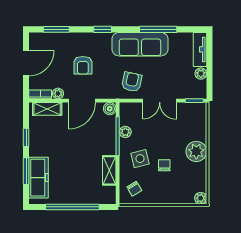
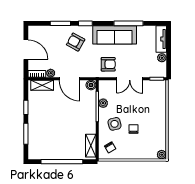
window: (56, 29) -> (60, 23), moved
door: (26, 63) -> (26, 50), hinge flipped
armchair: (83, 65) -> (76, 42), moved, turned 119
armchair: (132, 82) -> (108, 64), turned 78
door: (82, 101) -> (69, 79), hinge flipped
plant: (196, 151) -> (158, 118), removed
shelving: (109, 170) -> (91, 146), moved
freezer: (38, 178) -> (36, 139), removed

